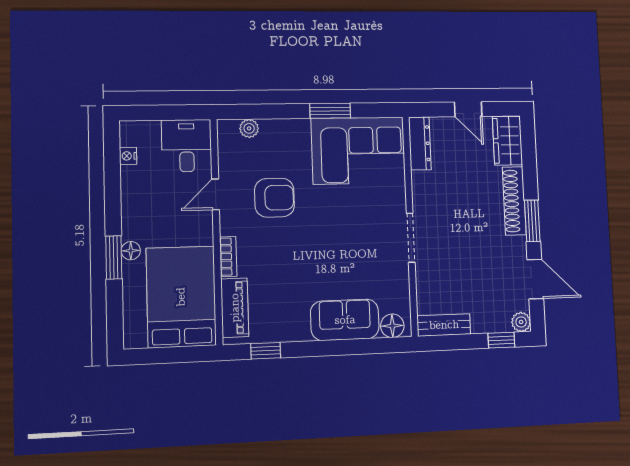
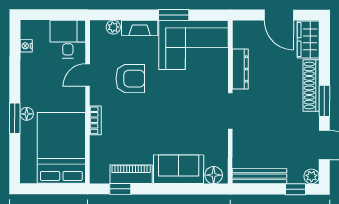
door: (468, 109) -> (279, 15), width x1.37
fireplace: (285, 129) -> (140, 28), added
dresser: (420, 143) -> (240, 69), moved
piano: (235, 308) -> (131, 174), moved, turned -90
bench: (444, 325) -> (259, 176), width x1.36

